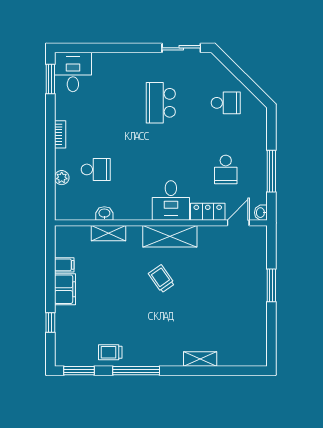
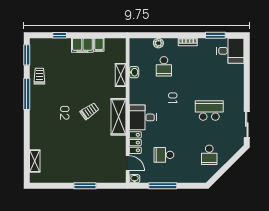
window: (50, 79) -> (215, 35), moved
shelving: (200, 359) -> (35, 161), moved

